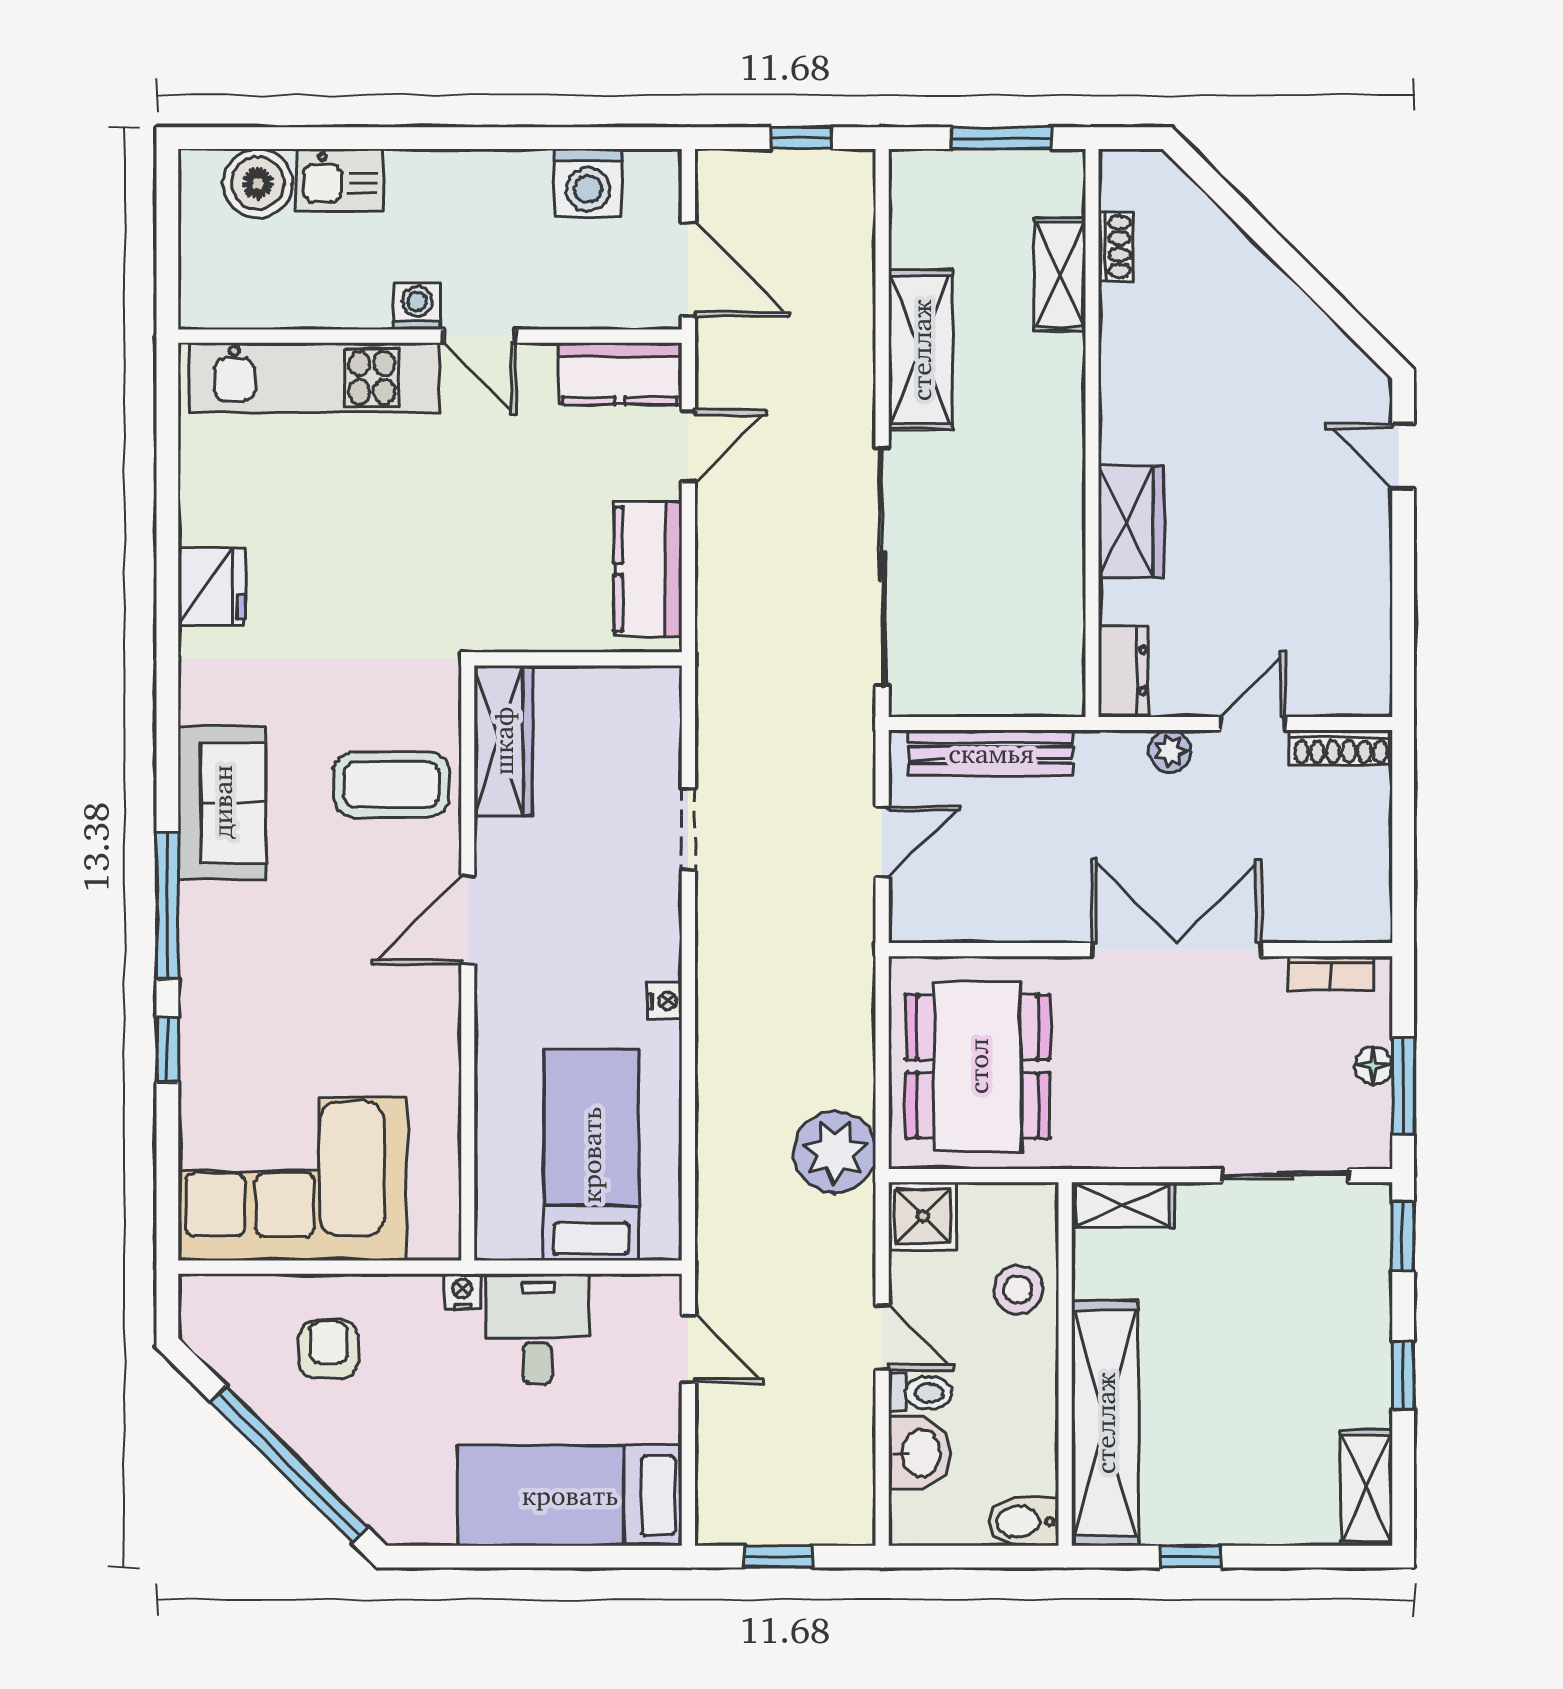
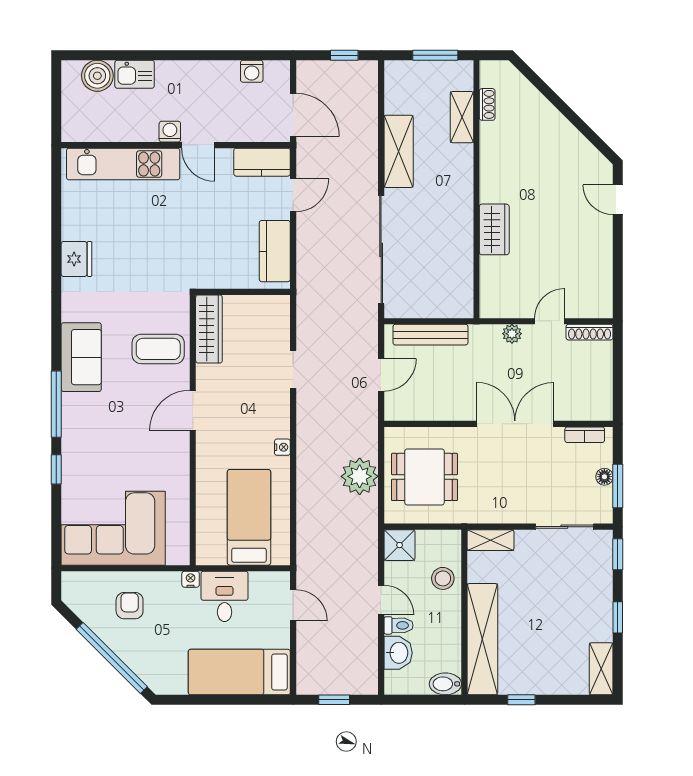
washing machine: (588, 183) -> (252, 71), width x0.73, depth x0.73
dresser: (1124, 671) -> (491, 297), removed
dining table: (978, 1066) -> (425, 477), width x0.73
plant: (835, 1152) -> (360, 476), moved

